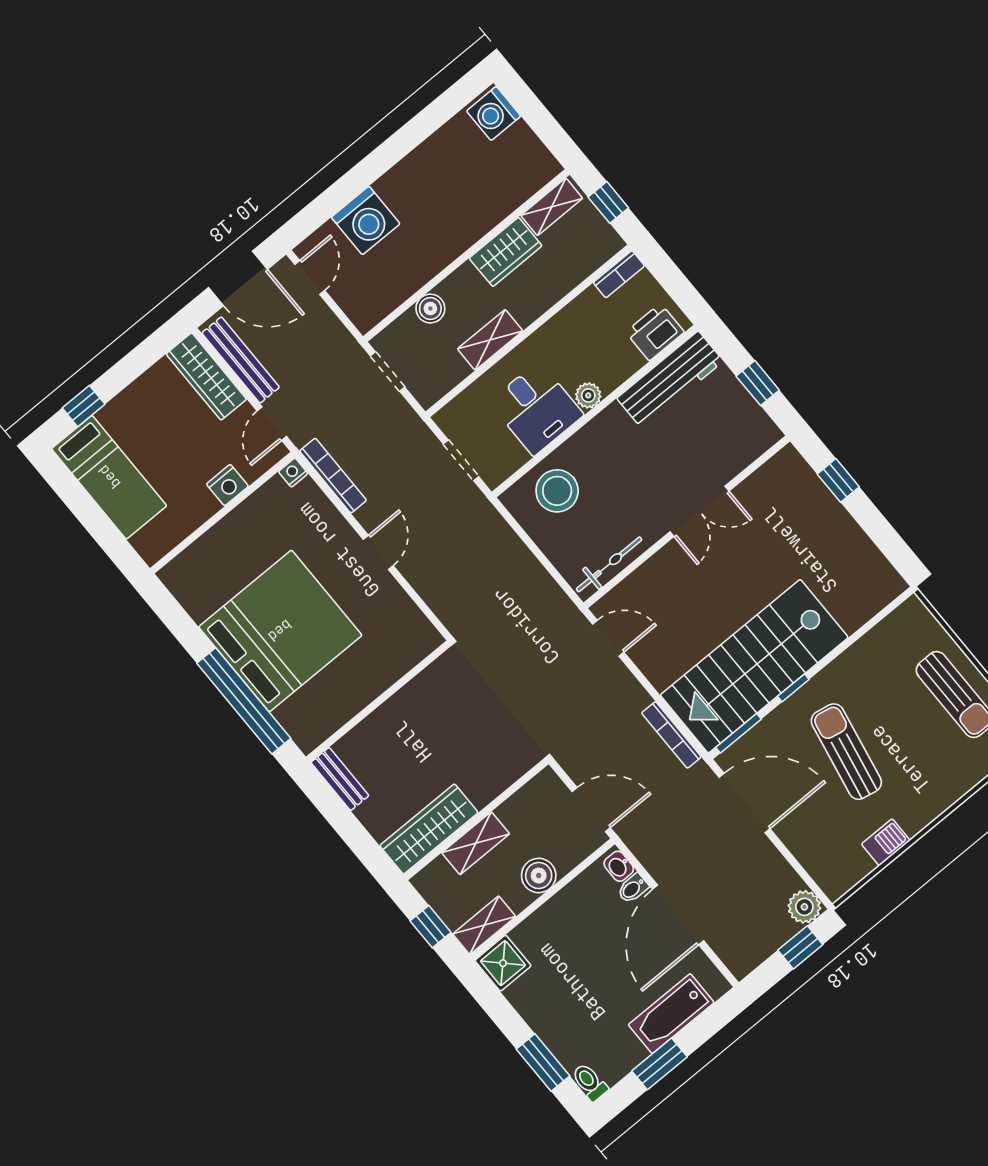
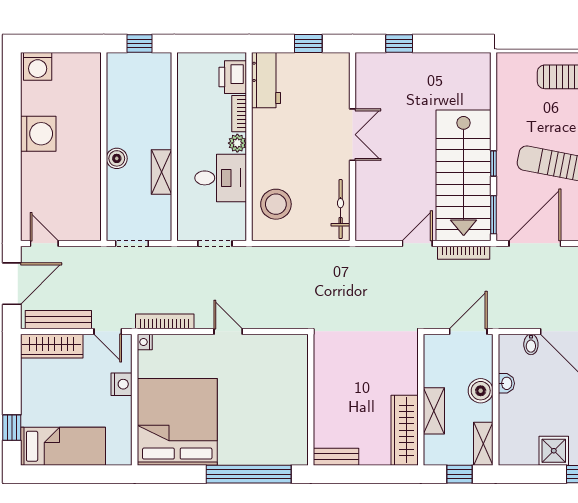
shelving: (552, 207) -> (116, 77), removed
washing machine: (366, 220) -> (38, 134), moved
wardrobe: (506, 252) -> (120, 123), removed
bookcase: (619, 274) -> (239, 114), moved, turned 180
boiler: (430, 309) -> (117, 158), moved
workbench: (670, 380) -> (266, 80), width x0.73
bed: (280, 631) -> (177, 422), moved
door: (608, 638) -> (417, 243), moved
washbasin: (619, 866) -> (506, 383), moved, turned -90
shower: (503, 963) -> (554, 451), moved

